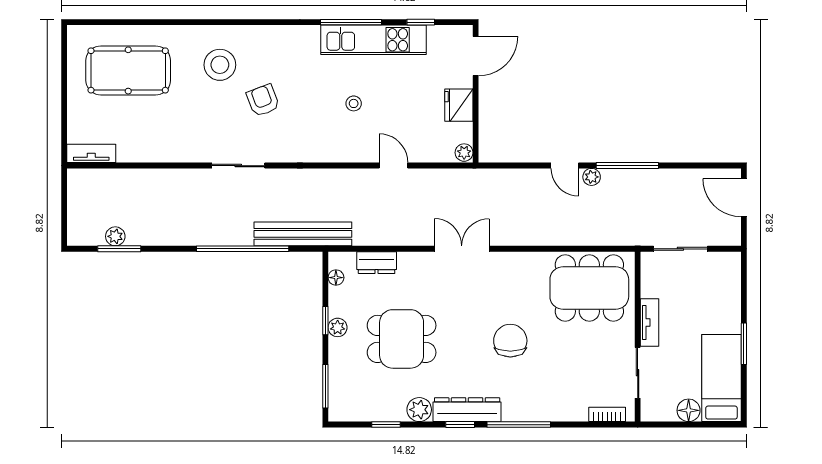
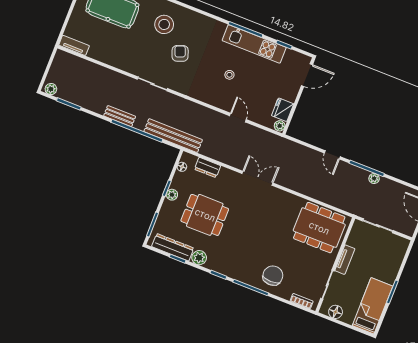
fridge: (459, 105) -> (283, 110), moved
plant: (592, 177) -> (374, 178), moved
plant: (115, 236) -> (51, 89), moved
bench: (207, 236) -> (120, 116), added
chair: (510, 341) -> (273, 276), moved
dresser: (467, 410) -> (173, 247), moved
floor lamp: (689, 410) -> (336, 312), moved

